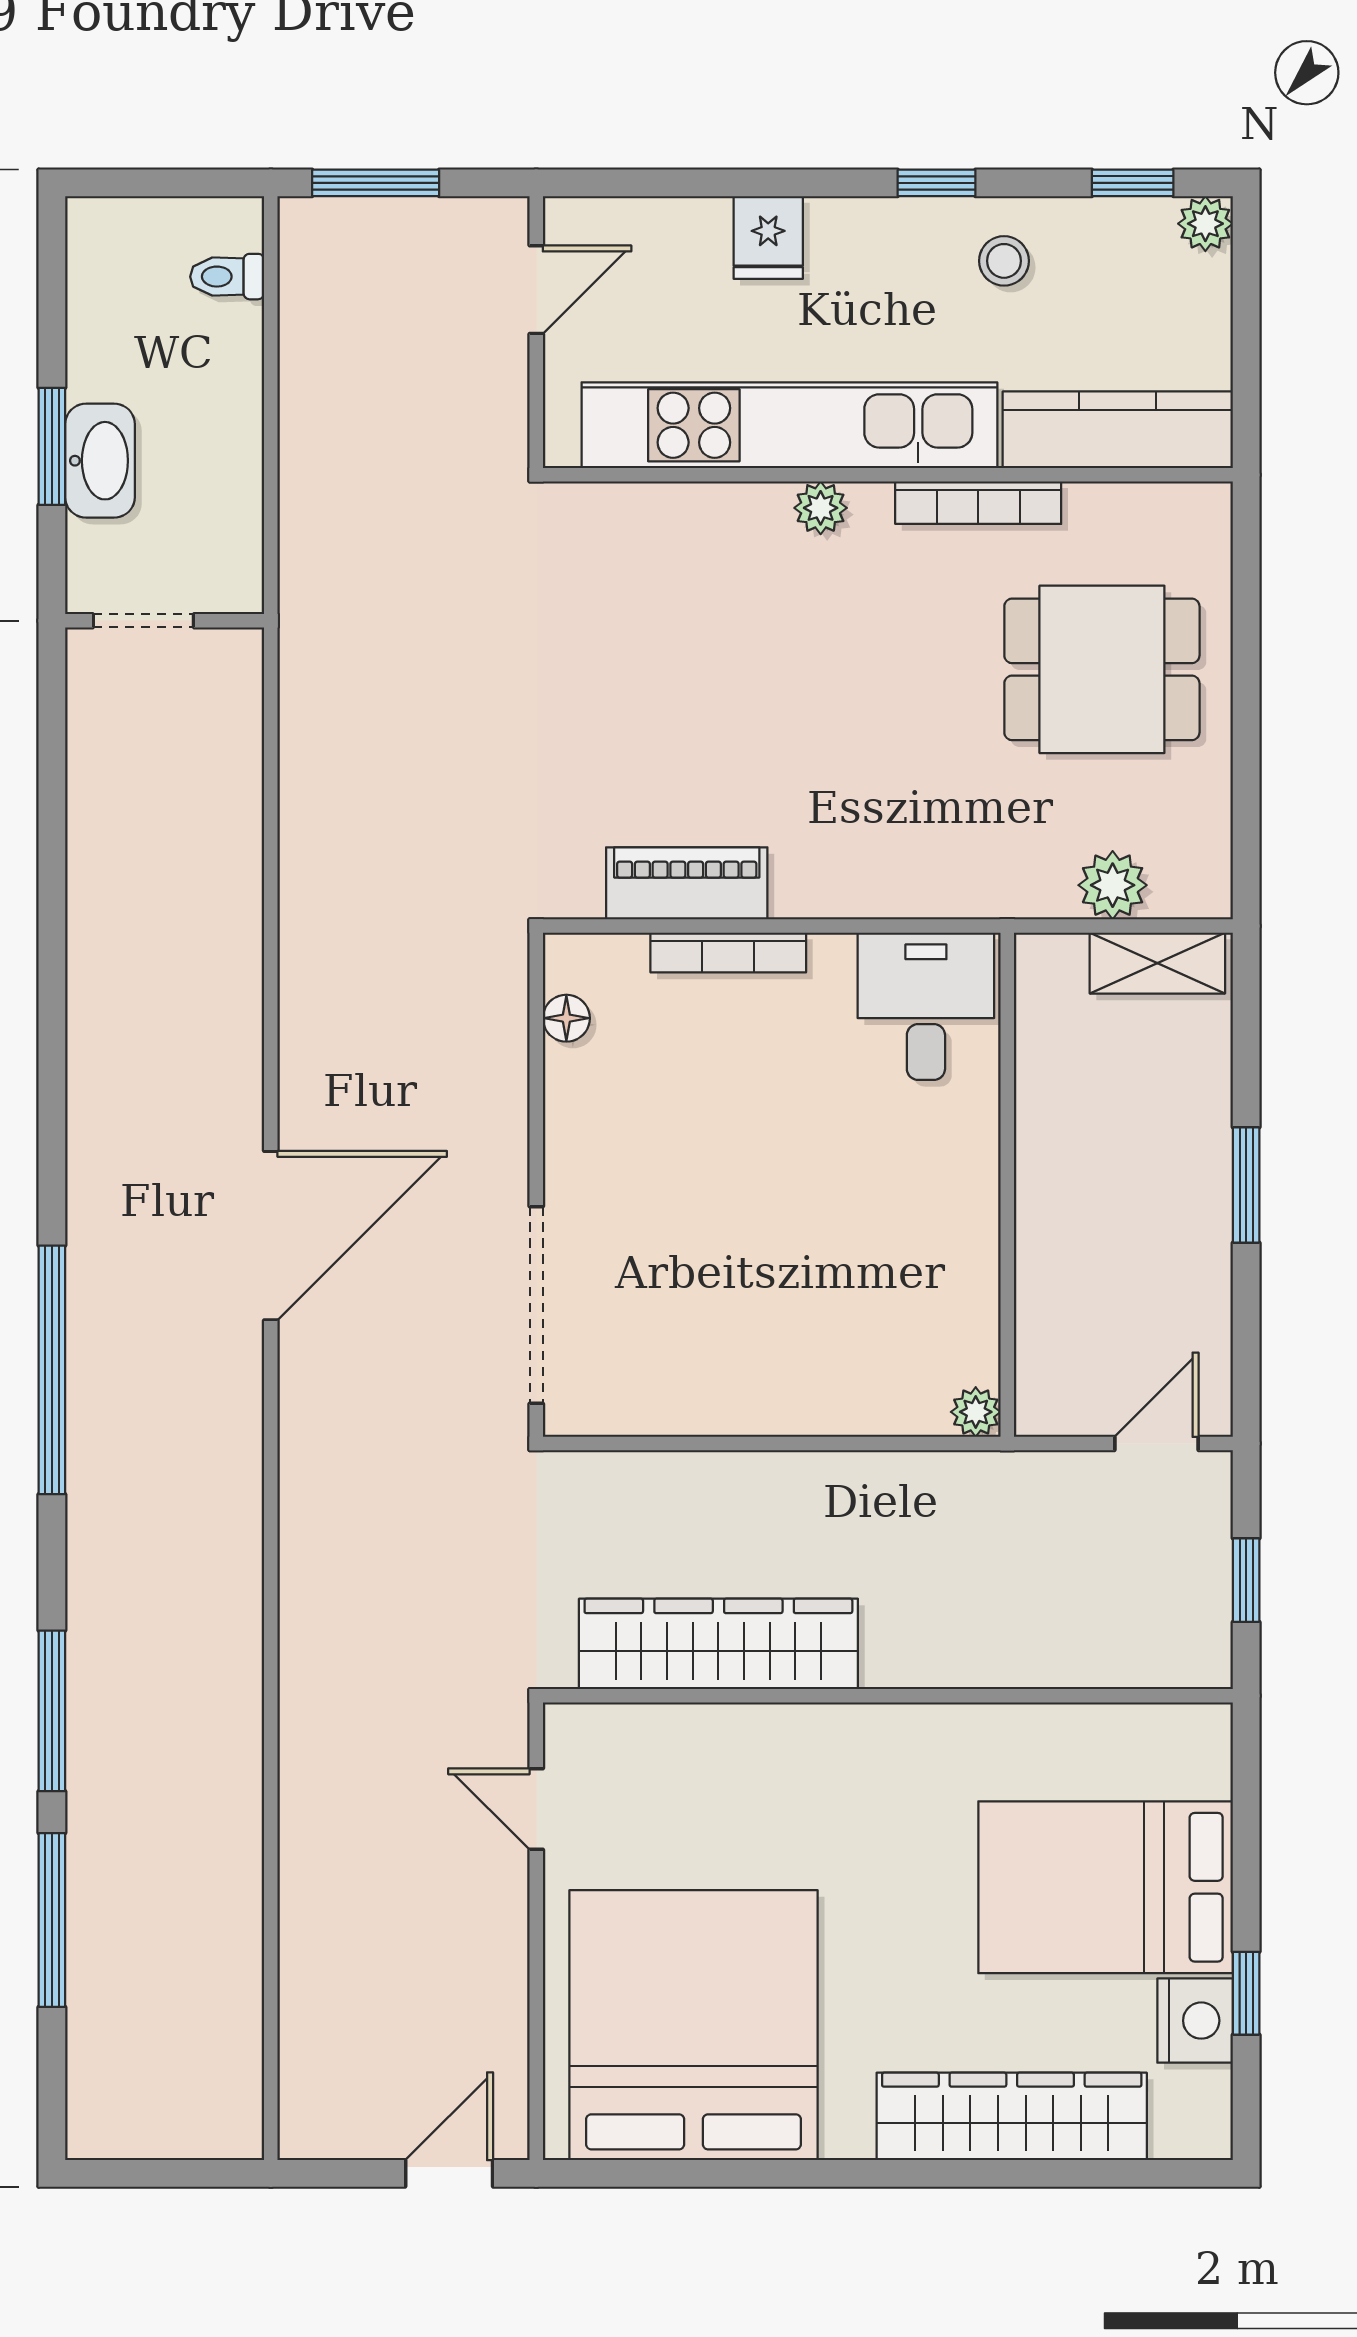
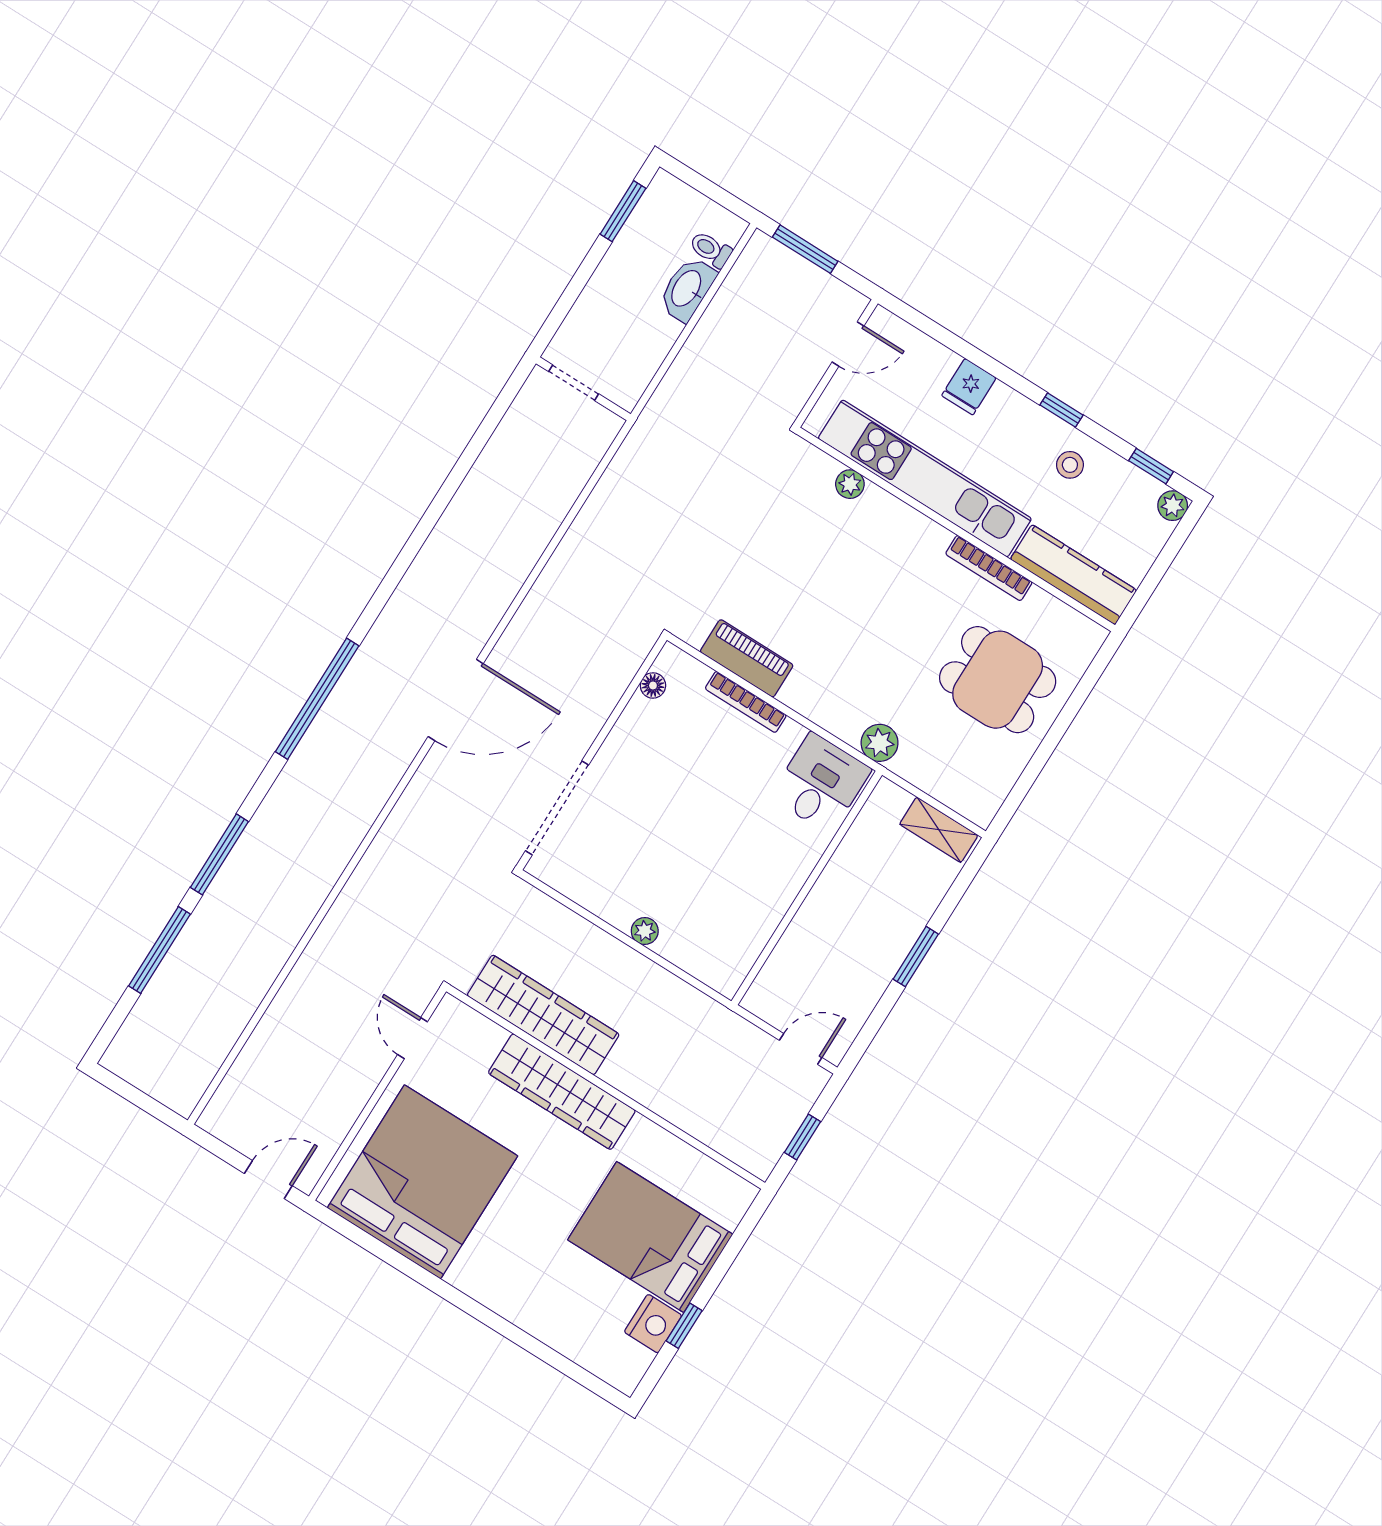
window: (52, 446) -> (623, 211), moved
washbasin: (100, 461) -> (687, 289), moved, turned 180
plant: (821, 508) -> (850, 484), moved
plant: (1113, 885) -> (880, 743), moved
plant: (976, 1412) -> (645, 931), moved
wardrobe: (1012, 2116) -> (562, 1092), moved, turned 180

